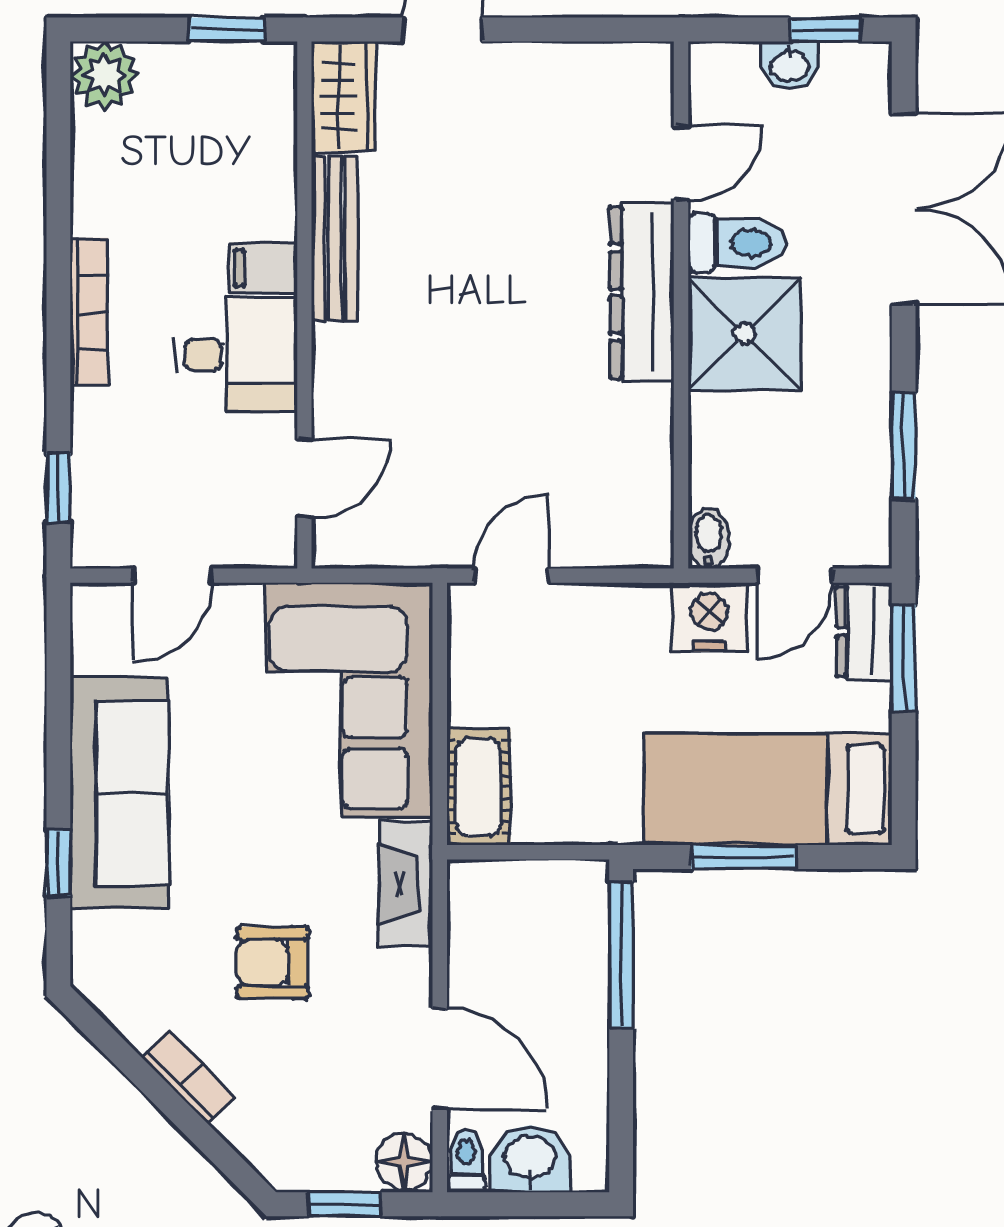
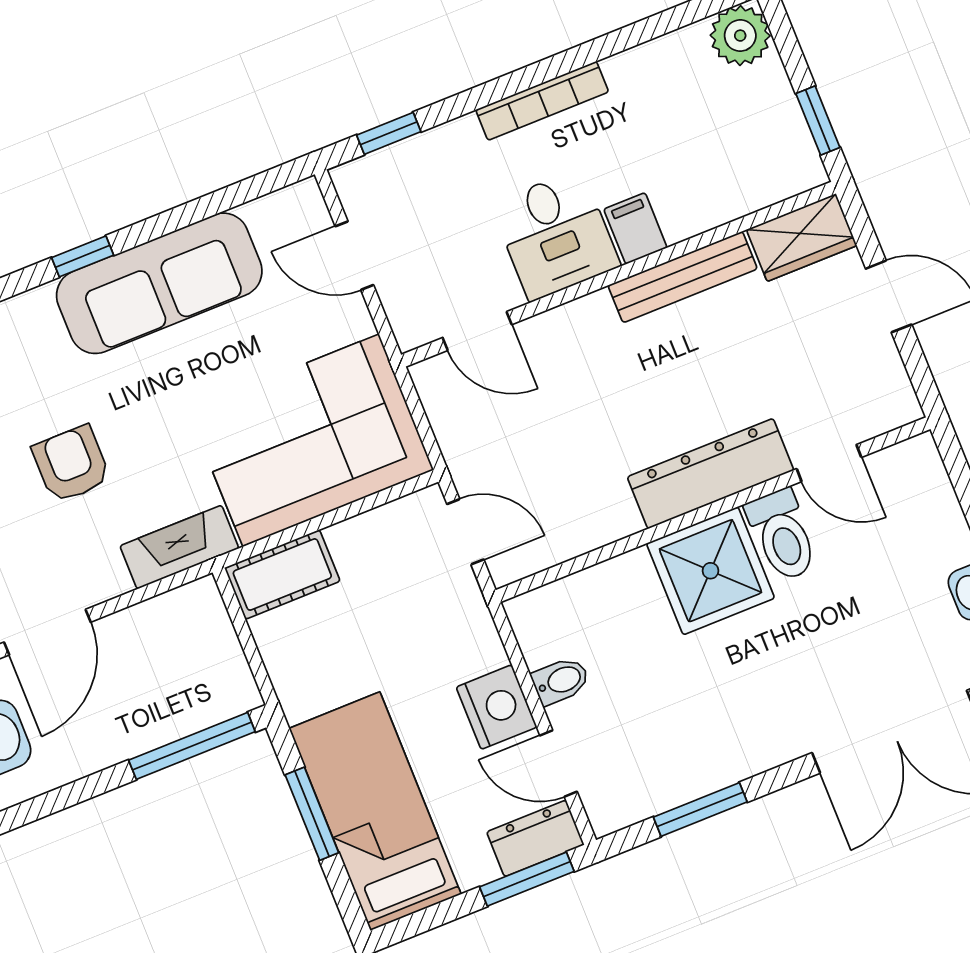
door: (681, 163) -> (829, 463), moved
toilet: (737, 243) -> (782, 535), moved
dresser: (642, 292) -> (711, 474), moved
wall: (681, 305) -> (713, 510), moved
shower: (744, 334) -> (711, 571), moved

